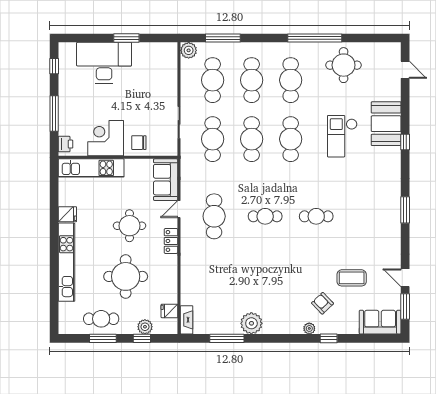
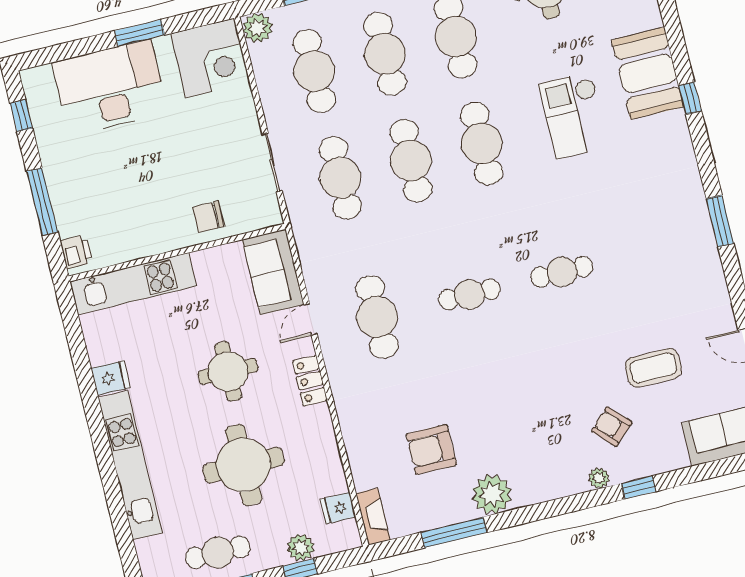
corner desk: (106, 138) -> (210, 58), moved, turned 180
armchair: (226, 292) -> (431, 449), added

